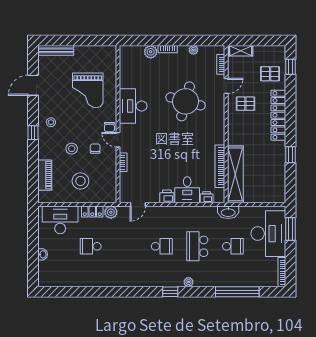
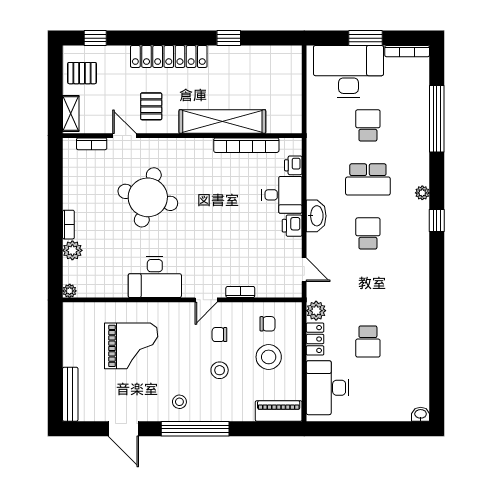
plant: (193, 50) -> (70, 291), moved
pallet: (270, 74) -> (82, 73), moved, turned 90
chair: (109, 127) -> (267, 324), moved
window: (33, 133) -> (195, 429), width x3.17
shelving: (235, 174) -> (222, 122), moved
piano: (45, 175) -> (279, 411), moved
washbasin: (228, 212) -> (316, 216), moved
window: (290, 229) -> (366, 38), moved
washbasin: (43, 254) -> (421, 414), moved

